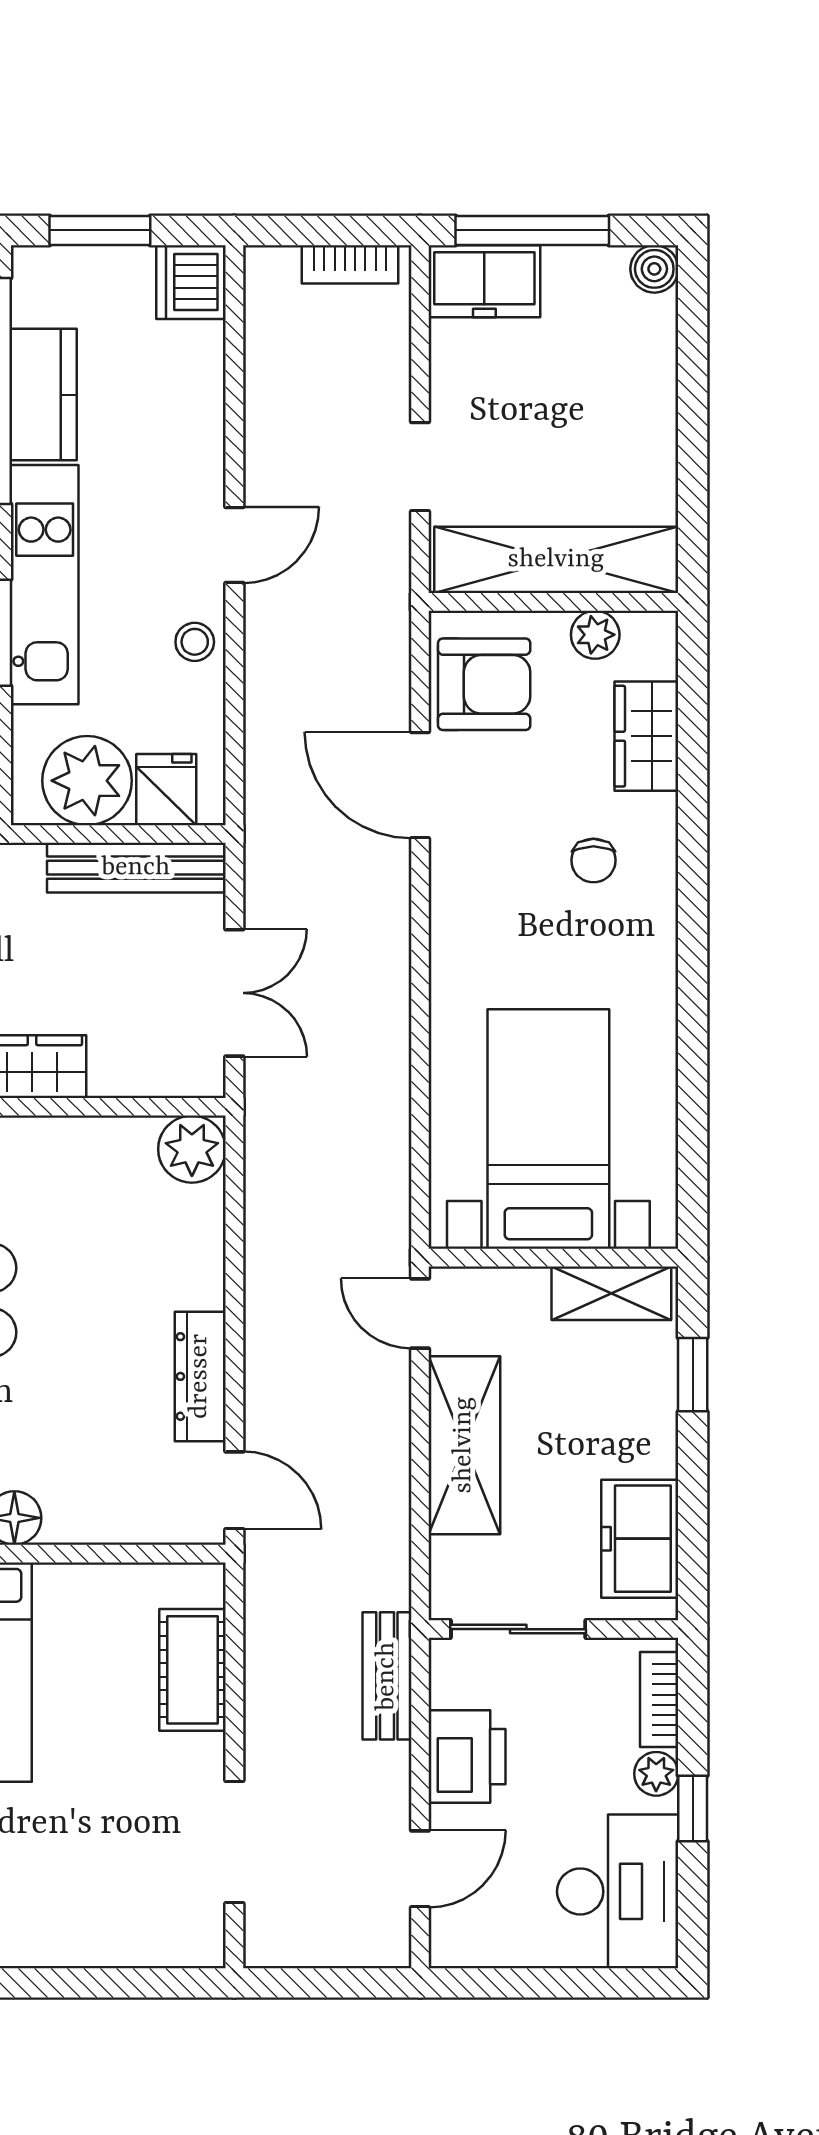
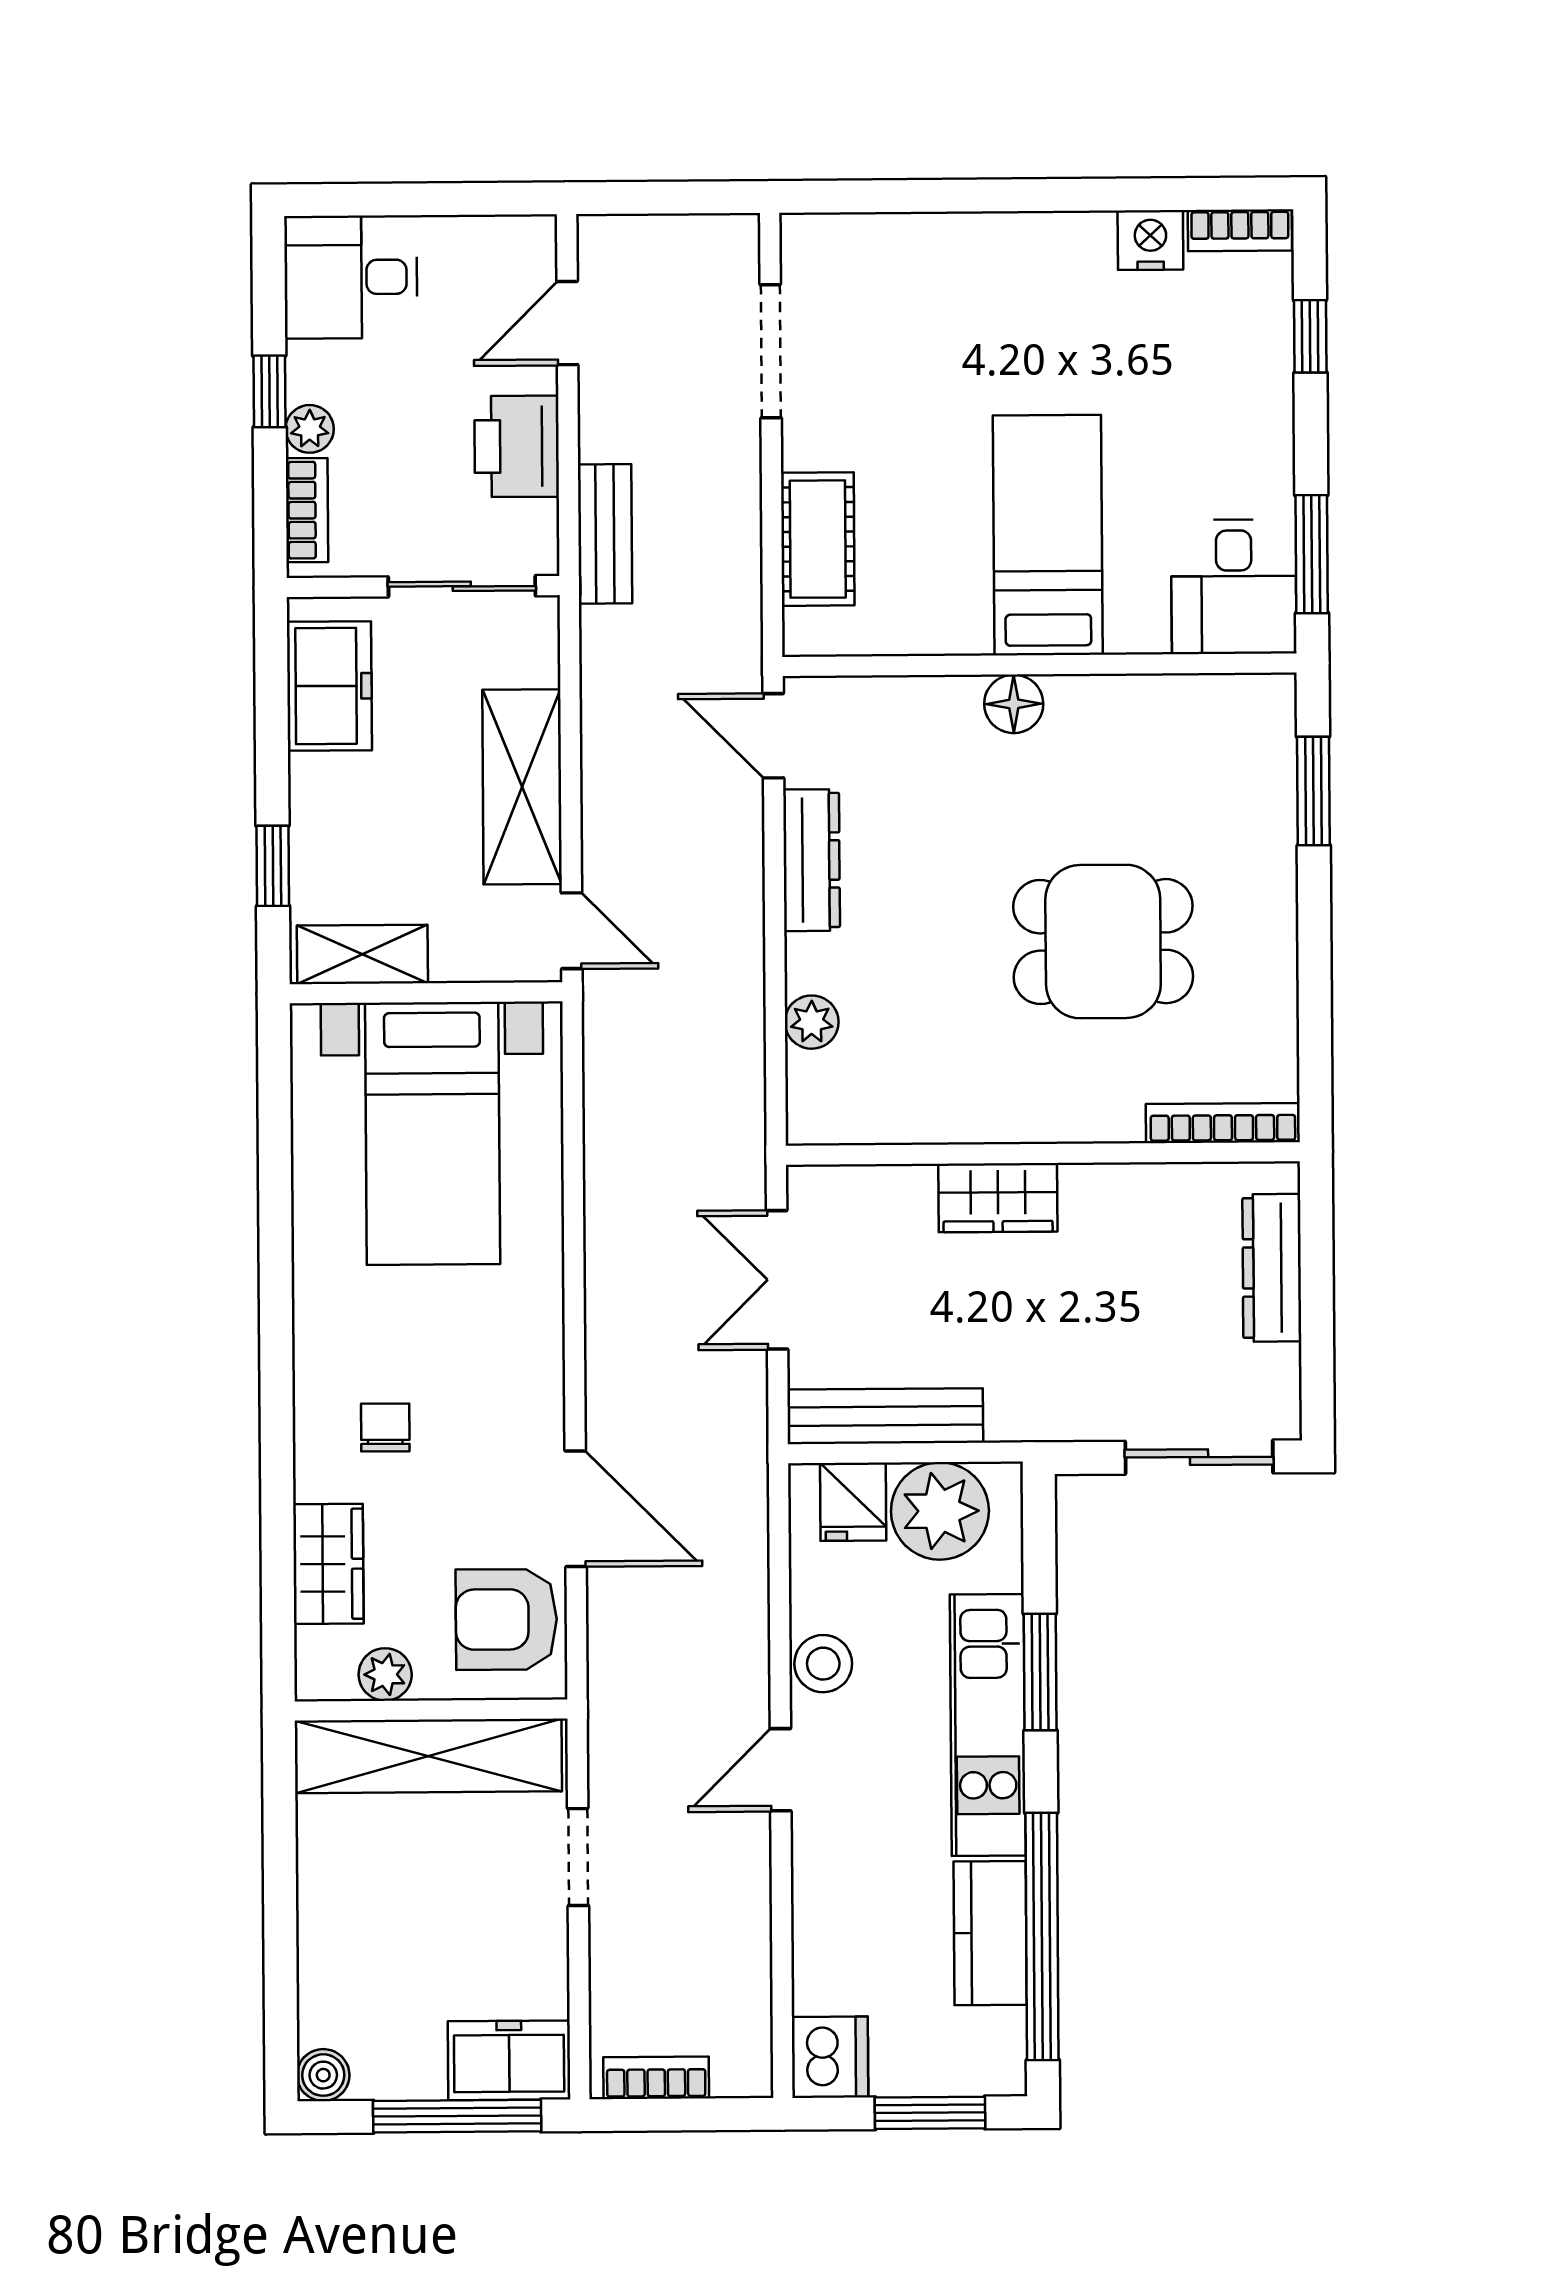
stool: (195, 642) -> (823, 1664), width x1.37, depth x1.37
plant: (192, 1149) -> (812, 1022), moved, width x0.73, depth x0.73
desk: (618, 1891) -> (351, 277), width x0.73

